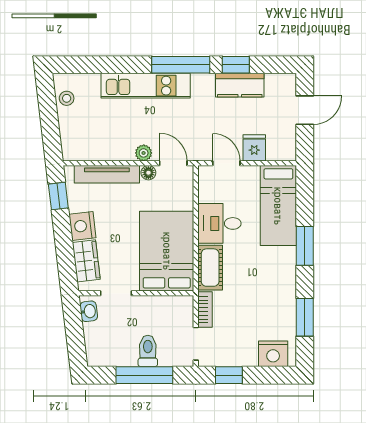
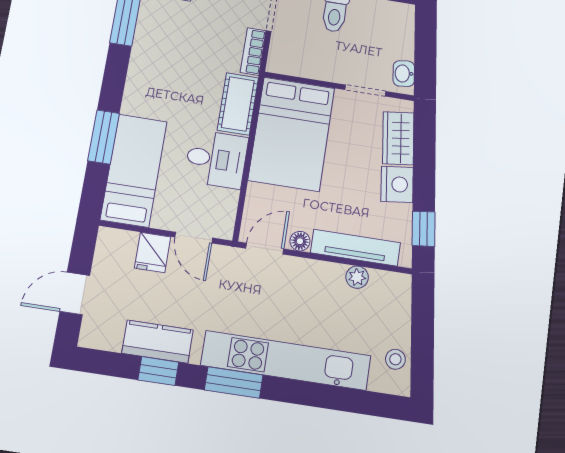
window: (181, 65) -> (234, 382), width x0.69
kitchen unit: (146, 86) -> (286, 360), width x1.36
plant: (144, 153) -> (357, 277), moved
door: (173, 163) -> (265, 249), swing flipped
window: (305, 246) -> (104, 137), moved

